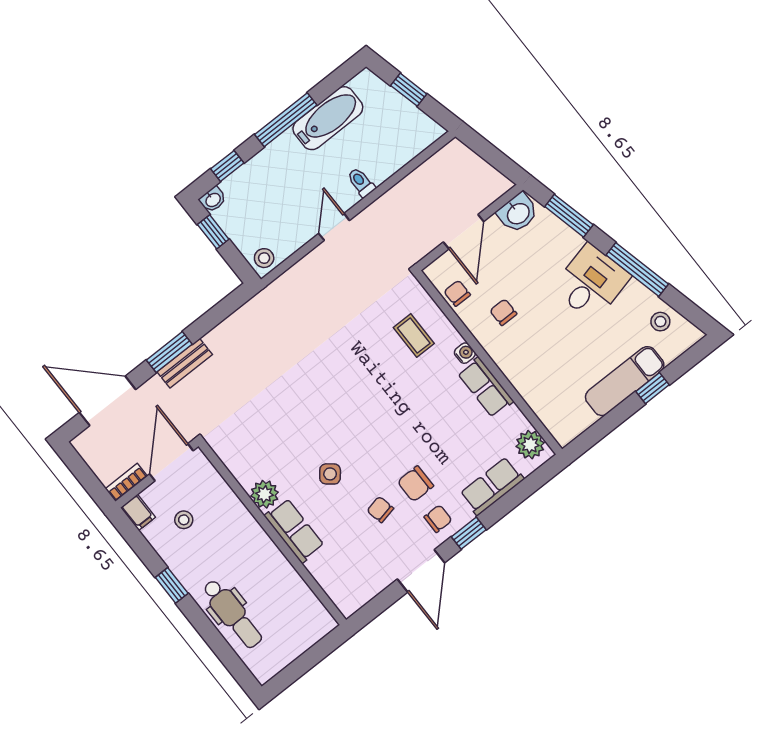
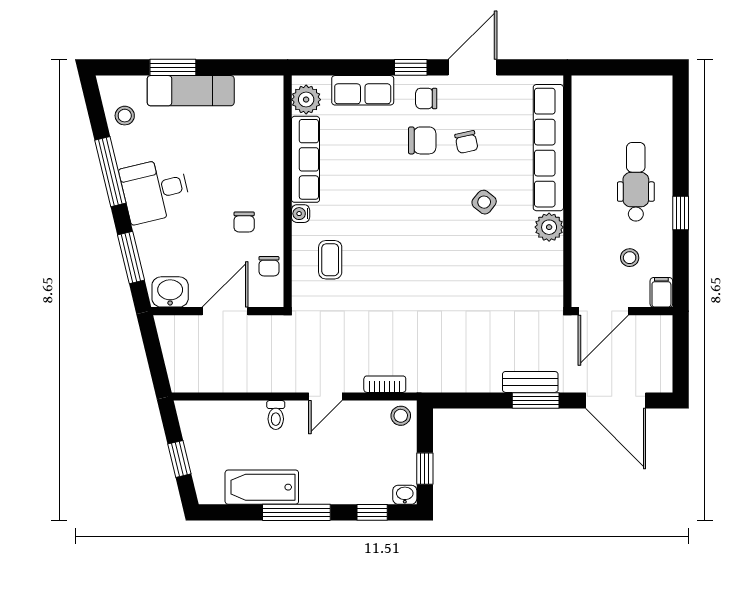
row of seats: (486, 387) -> (306, 159), width x1.48
window: (653, 388) -> (173, 67), width x1.50
bookcase: (126, 482) -> (385, 384), moved, turned 180
row of seats: (294, 531) -> (548, 148), width x2.02
dental chair: (232, 614) -> (636, 182), moved

